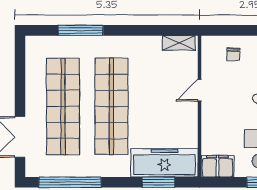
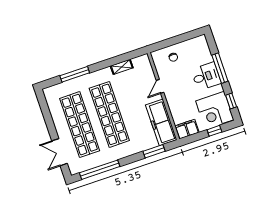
shelving: (179, 43) -> (122, 67), moved
freezer: (164, 163) -> (161, 122), moved, turned -90

